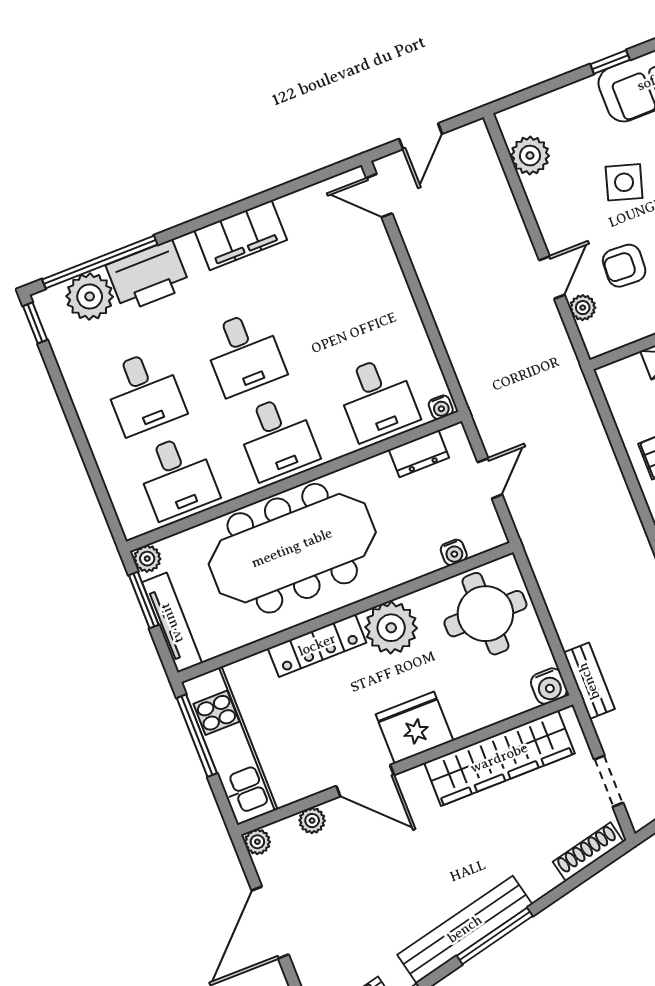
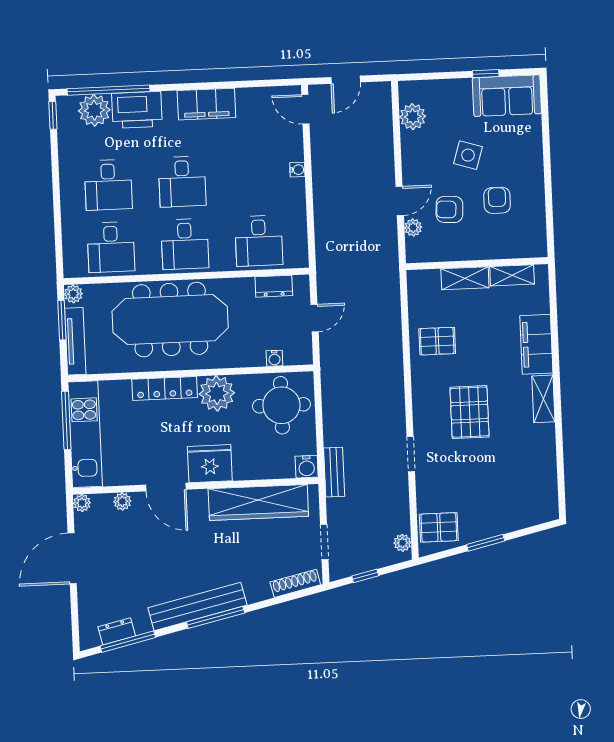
water cooler: (441, 407) -> (297, 170), moved, turned -90

